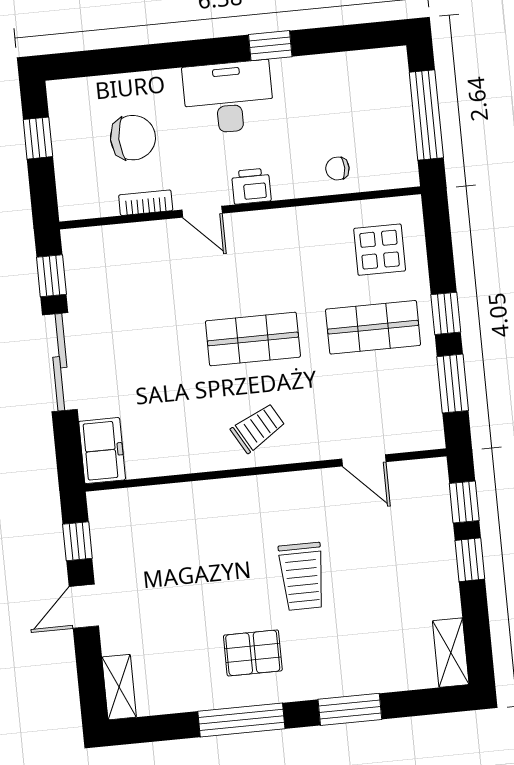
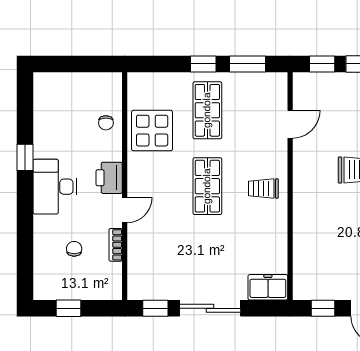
window: (426, 115) -> (78, 64), removed
chair: (133, 138) -> (74, 249), width x0.54, depth x0.54
printer: (251, 186) -> (109, 178), width x1.36, depth x1.24
display table: (380, 250) -> (152, 131), moved, width x1.36, depth x1.36
trolley: (258, 428) -> (263, 188), turned -60

